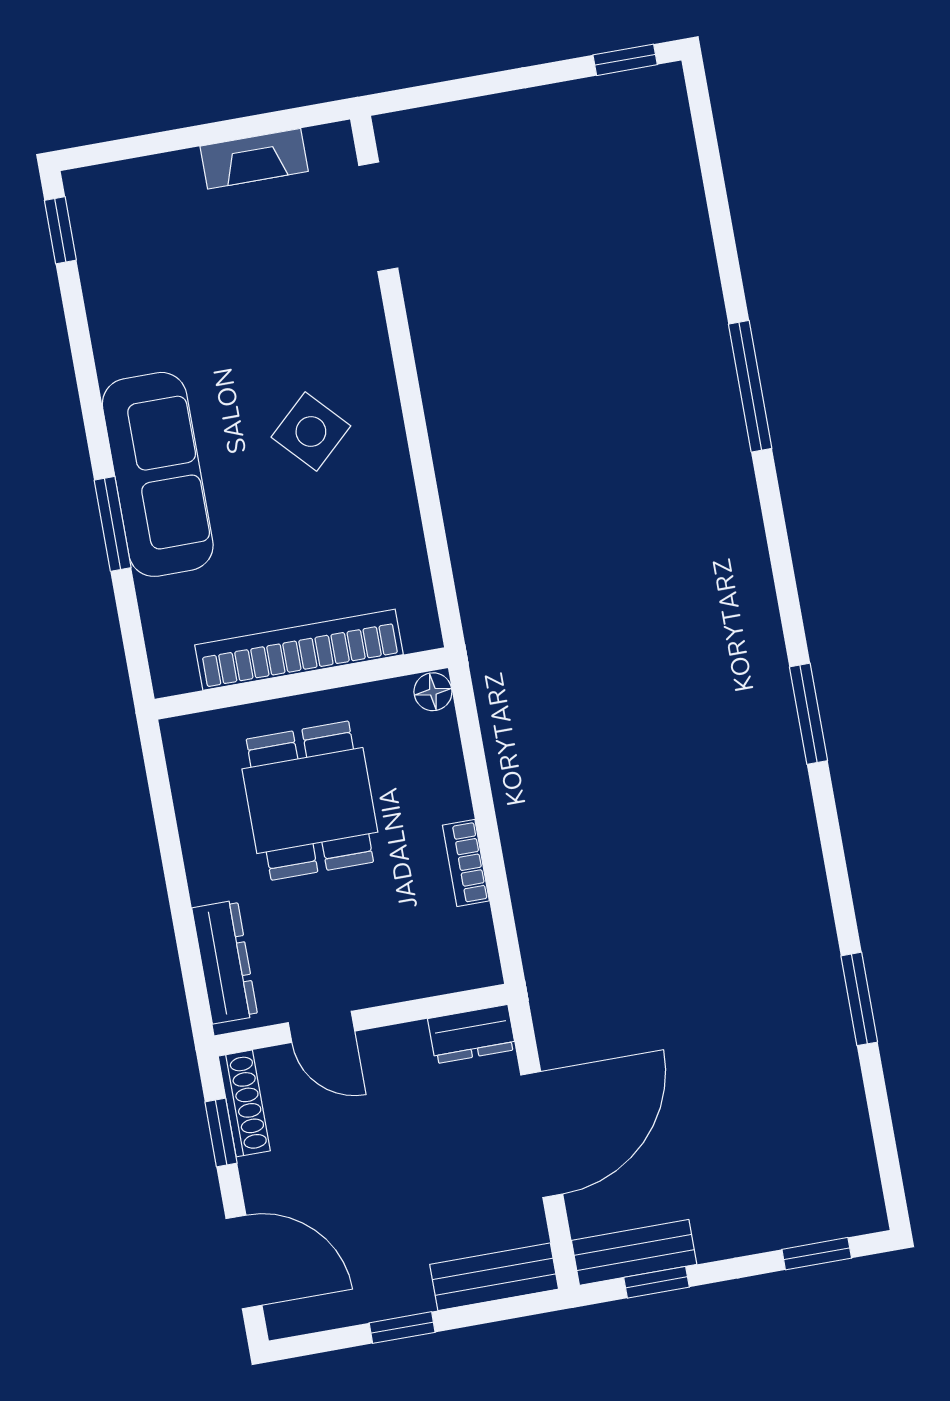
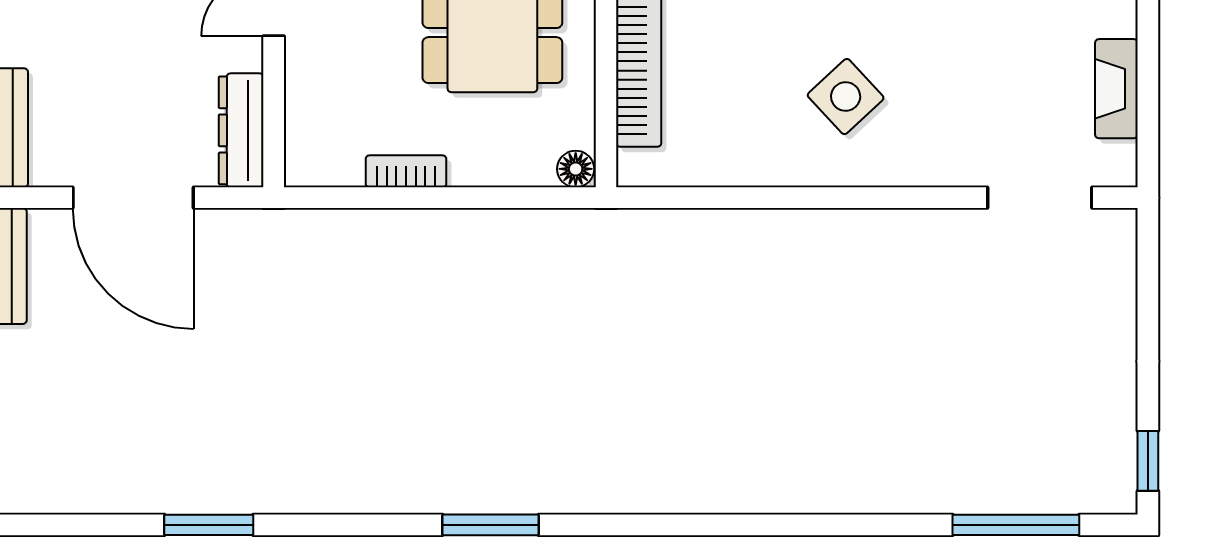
window: (750, 386) -> (1016, 525), moved
dresser: (472, 1034) -> (241, 130), width x1.44

